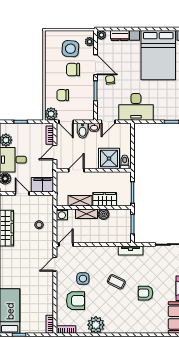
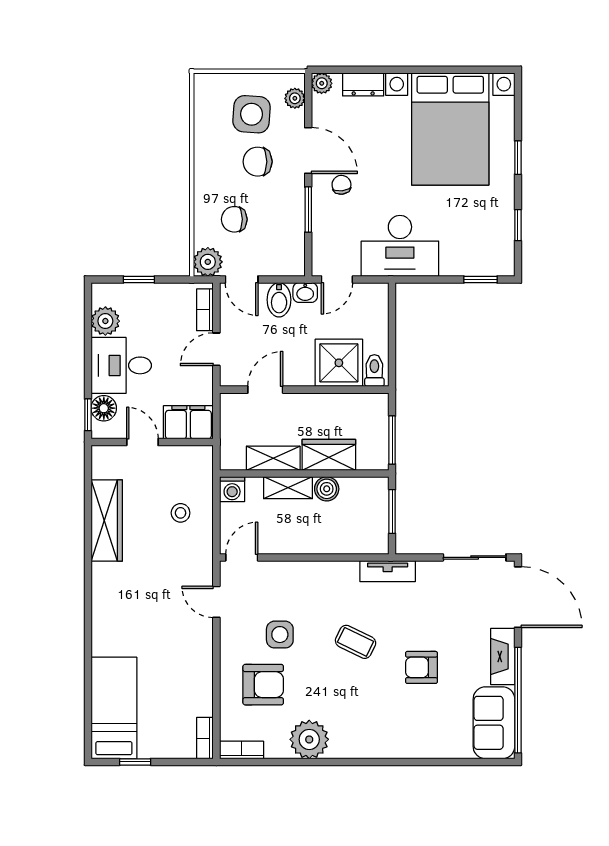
door: (55, 264) -> (216, 602), hinge flipped

